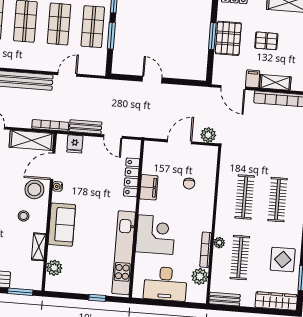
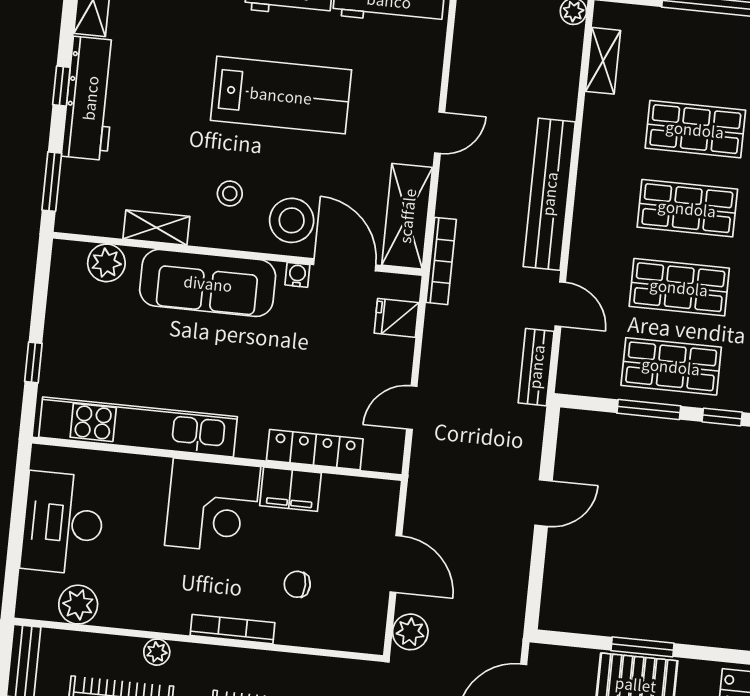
bench: (85, 127) -> (536, 367), moved
sofa: (62, 225) -> (208, 283), width x1.36
corner desk: (155, 235) -> (213, 506), moved
bookcase: (206, 250) -> (232, 629), moved

